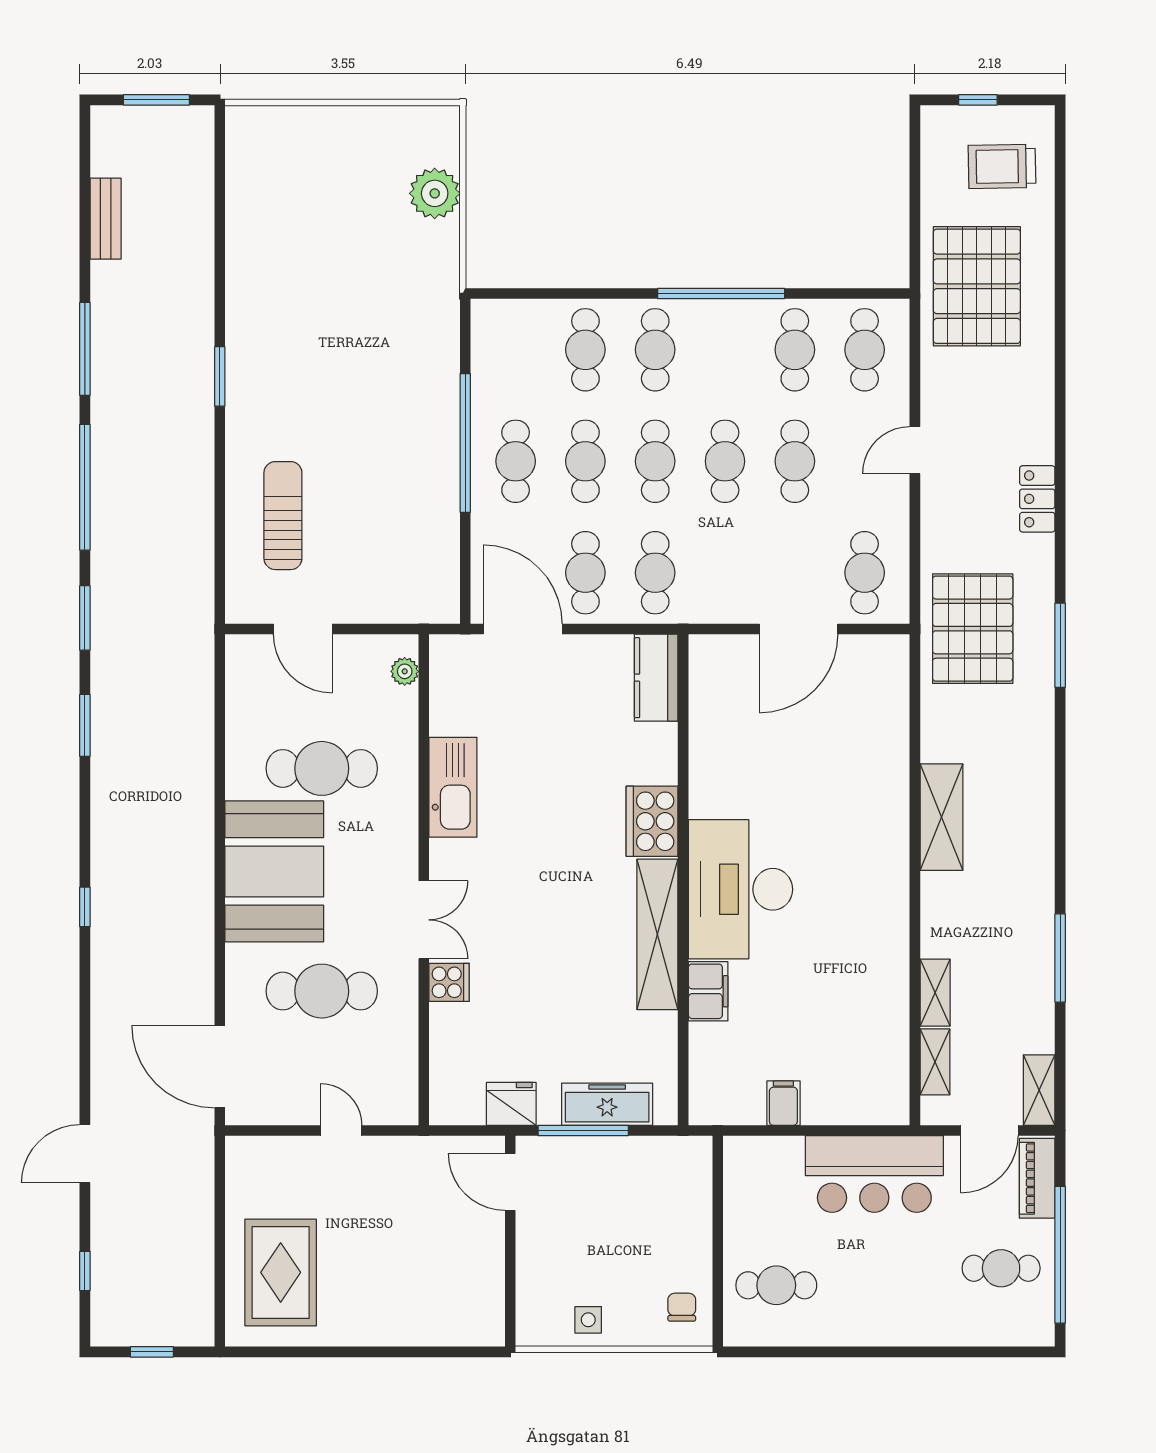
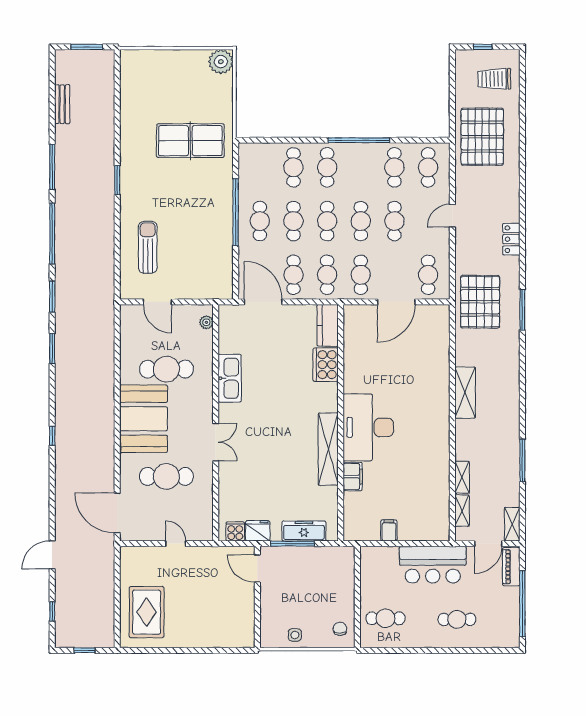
plant: (435, 193) -> (221, 62), moved
table tennis table: (371, 294) -> (190, 141), added
cafe table: (725, 573) -> (361, 275), added
cooker: (652, 821) -> (326, 365), moved
cooker: (449, 982) -> (235, 531), moved, turned -90
cafe table: (1001, 1268) -> (457, 619), moved

